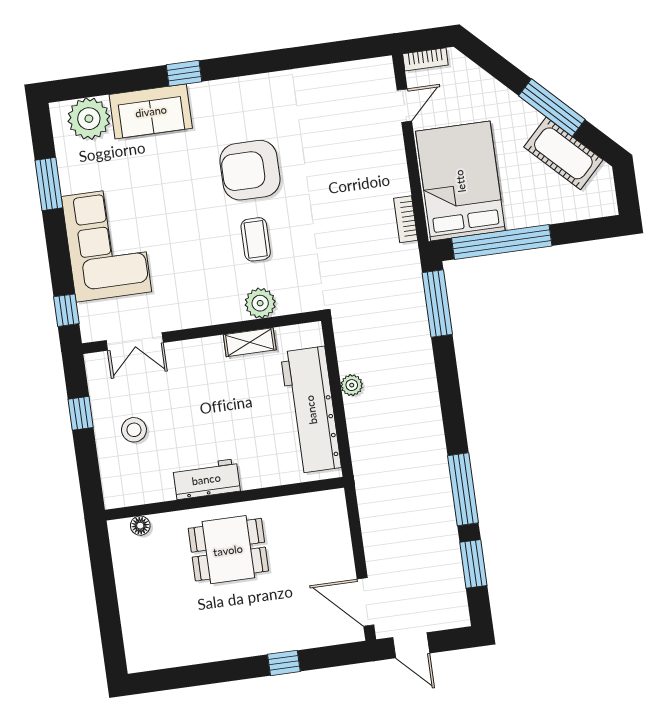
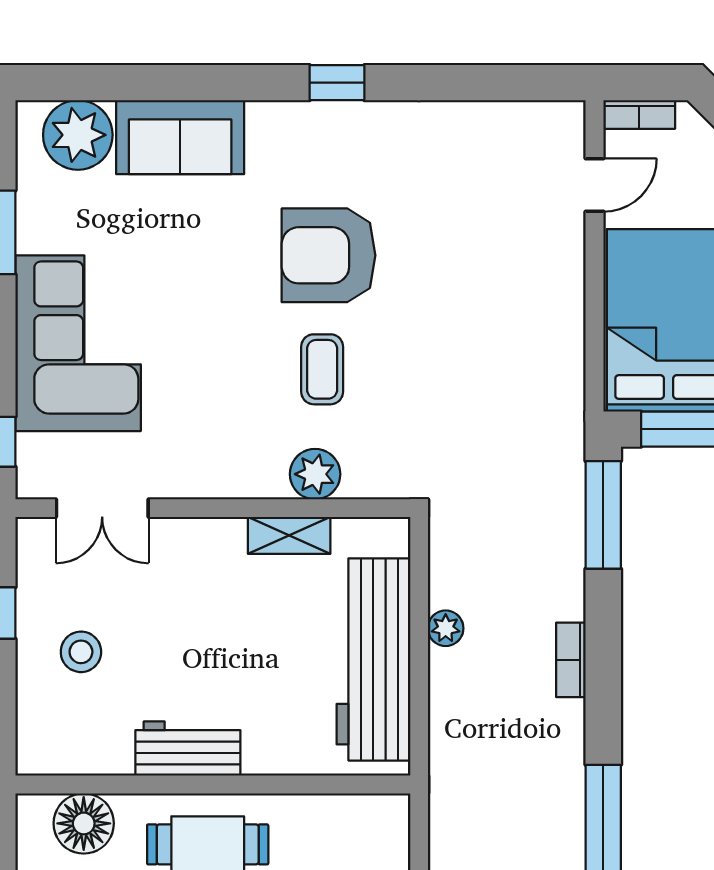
window: (184, 73) -> (337, 83), moved
bookcase: (406, 219) -> (571, 660), moved
floor lamp: (140, 526) -> (84, 823), width x1.89, depth x1.89

